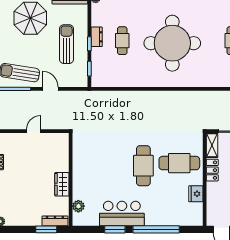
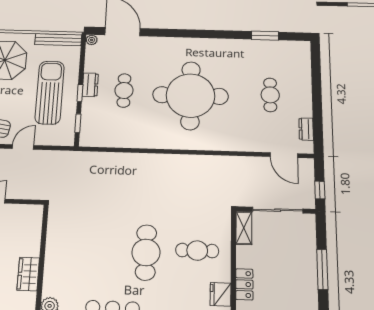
sun lounger: (67, 44) -> (50, 92), width x1.36, depth x1.34
door: (50, 89) -> (23, 147), hinge flipped
cafe table: (179, 163) -> (197, 251), width x0.73, depth x0.74
locker: (212, 170) -> (244, 284), moved

